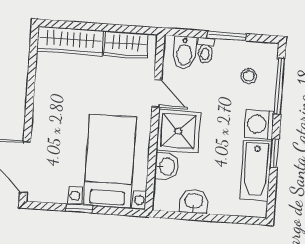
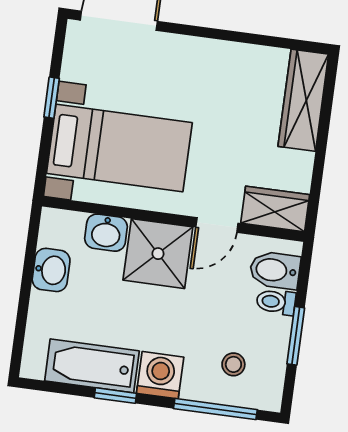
wardrobe: (126, 45) -> (275, 209), moved, turned 90

